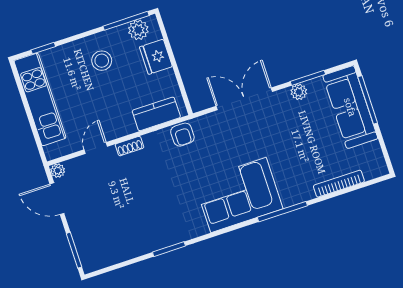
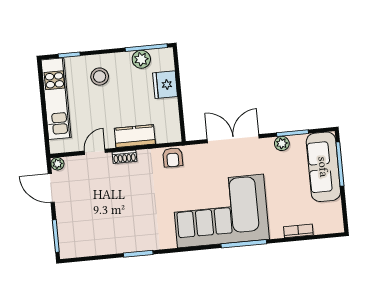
plant: (138, 30) -> (141, 59), moved
stool: (102, 61) -> (100, 77), moved
kitchen counter: (156, 114) -> (135, 136), moved
bookcase: (339, 184) -> (298, 231), width x0.64
corner sofa: (238, 195) -> (221, 211), width x1.36, depth x1.36

